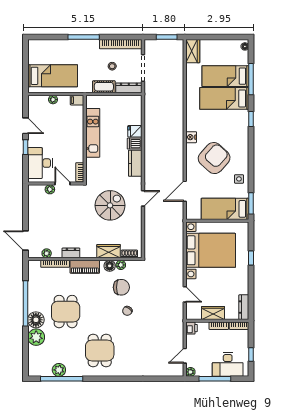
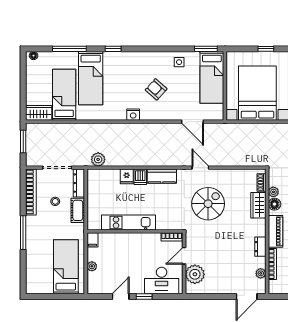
bed: (225, 76) -> (64, 95), moved, turned 180
plant: (150, 105) -> (98, 159), added
armchair: (214, 158) -> (156, 89), width x0.53, depth x0.53
plant: (50, 189) -> (195, 274), width x1.88, depth x1.88
spiral stairs: (110, 205) -> (208, 204), turned 90

